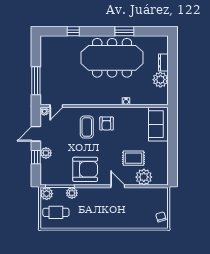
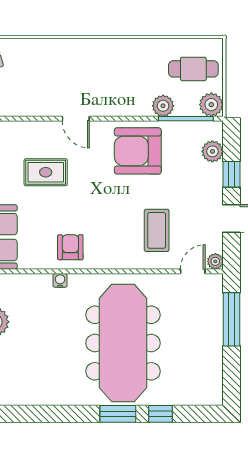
window: (124, 31) -> (118, 414), moved
meeting table: (112, 58) -> (123, 343), moved, turned 90
armchair: (106, 124) -> (70, 247), moved
coffee table: (87, 127) -> (157, 230), moved
plant: (46, 153) -> (212, 151), moved
plant: (144, 177) -> (26, 136), removed

